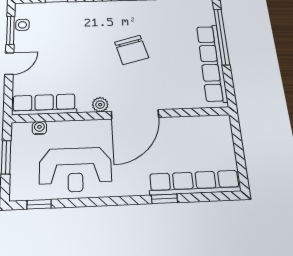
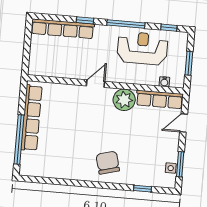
chair: (132, 50) -> (108, 163), moved
door: (9, 64) -> (184, 123), moved
plant: (100, 105) -> (124, 100), width x1.88, depth x1.88
door: (135, 114) -> (96, 84), width x0.53
window: (104, 201) -> (126, 24), added

